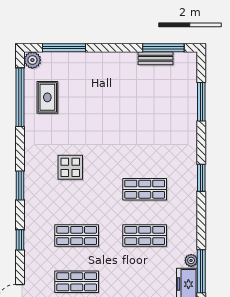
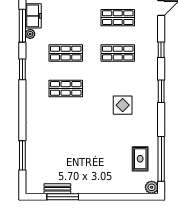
window: (64, 48) -> (127, 197), removed
window: (163, 48) -> (63, 197), moved
window: (201, 178) -> (22, 69), moved

